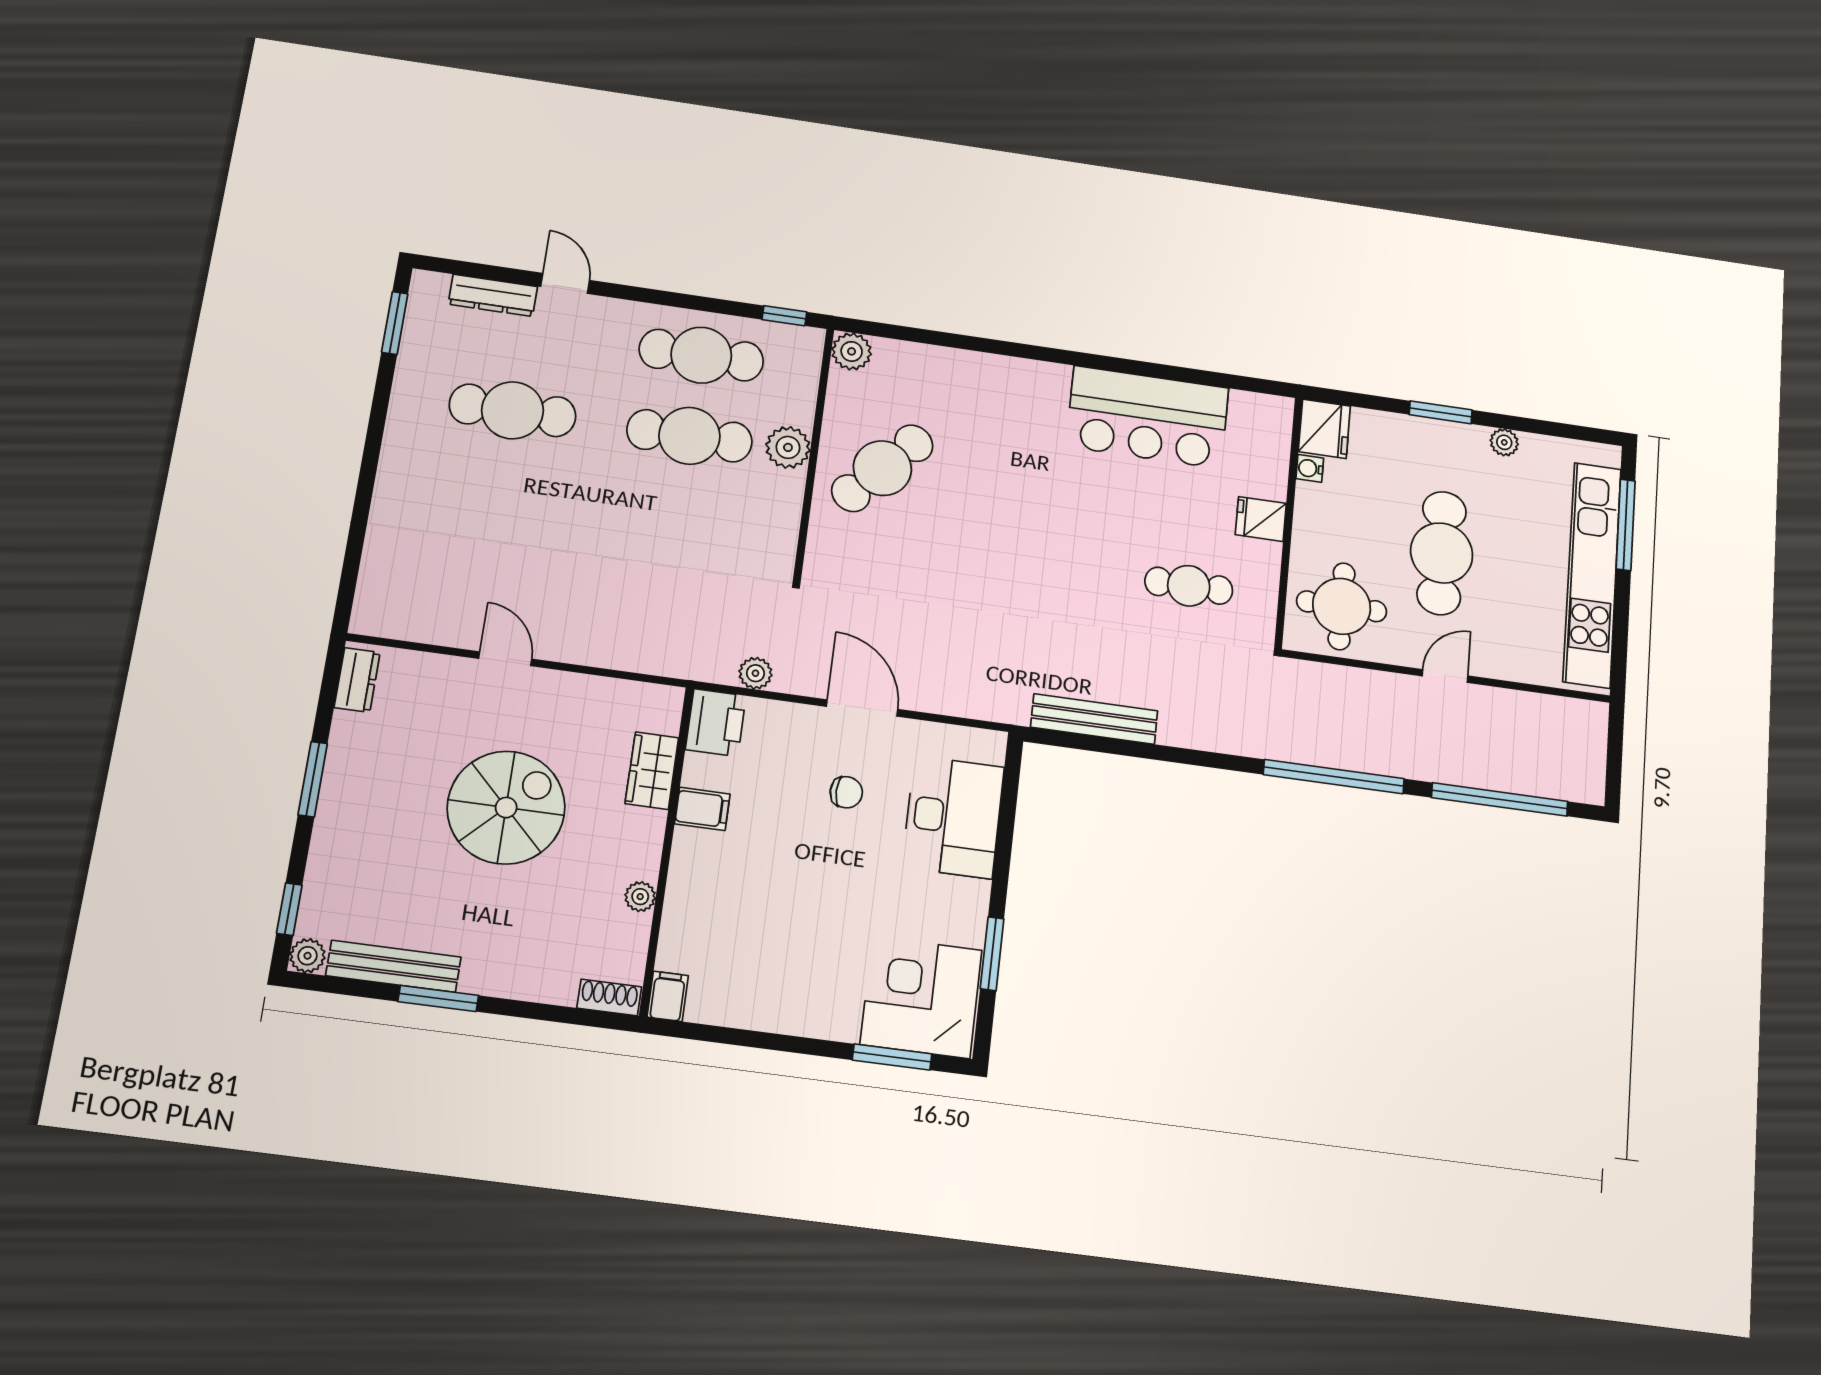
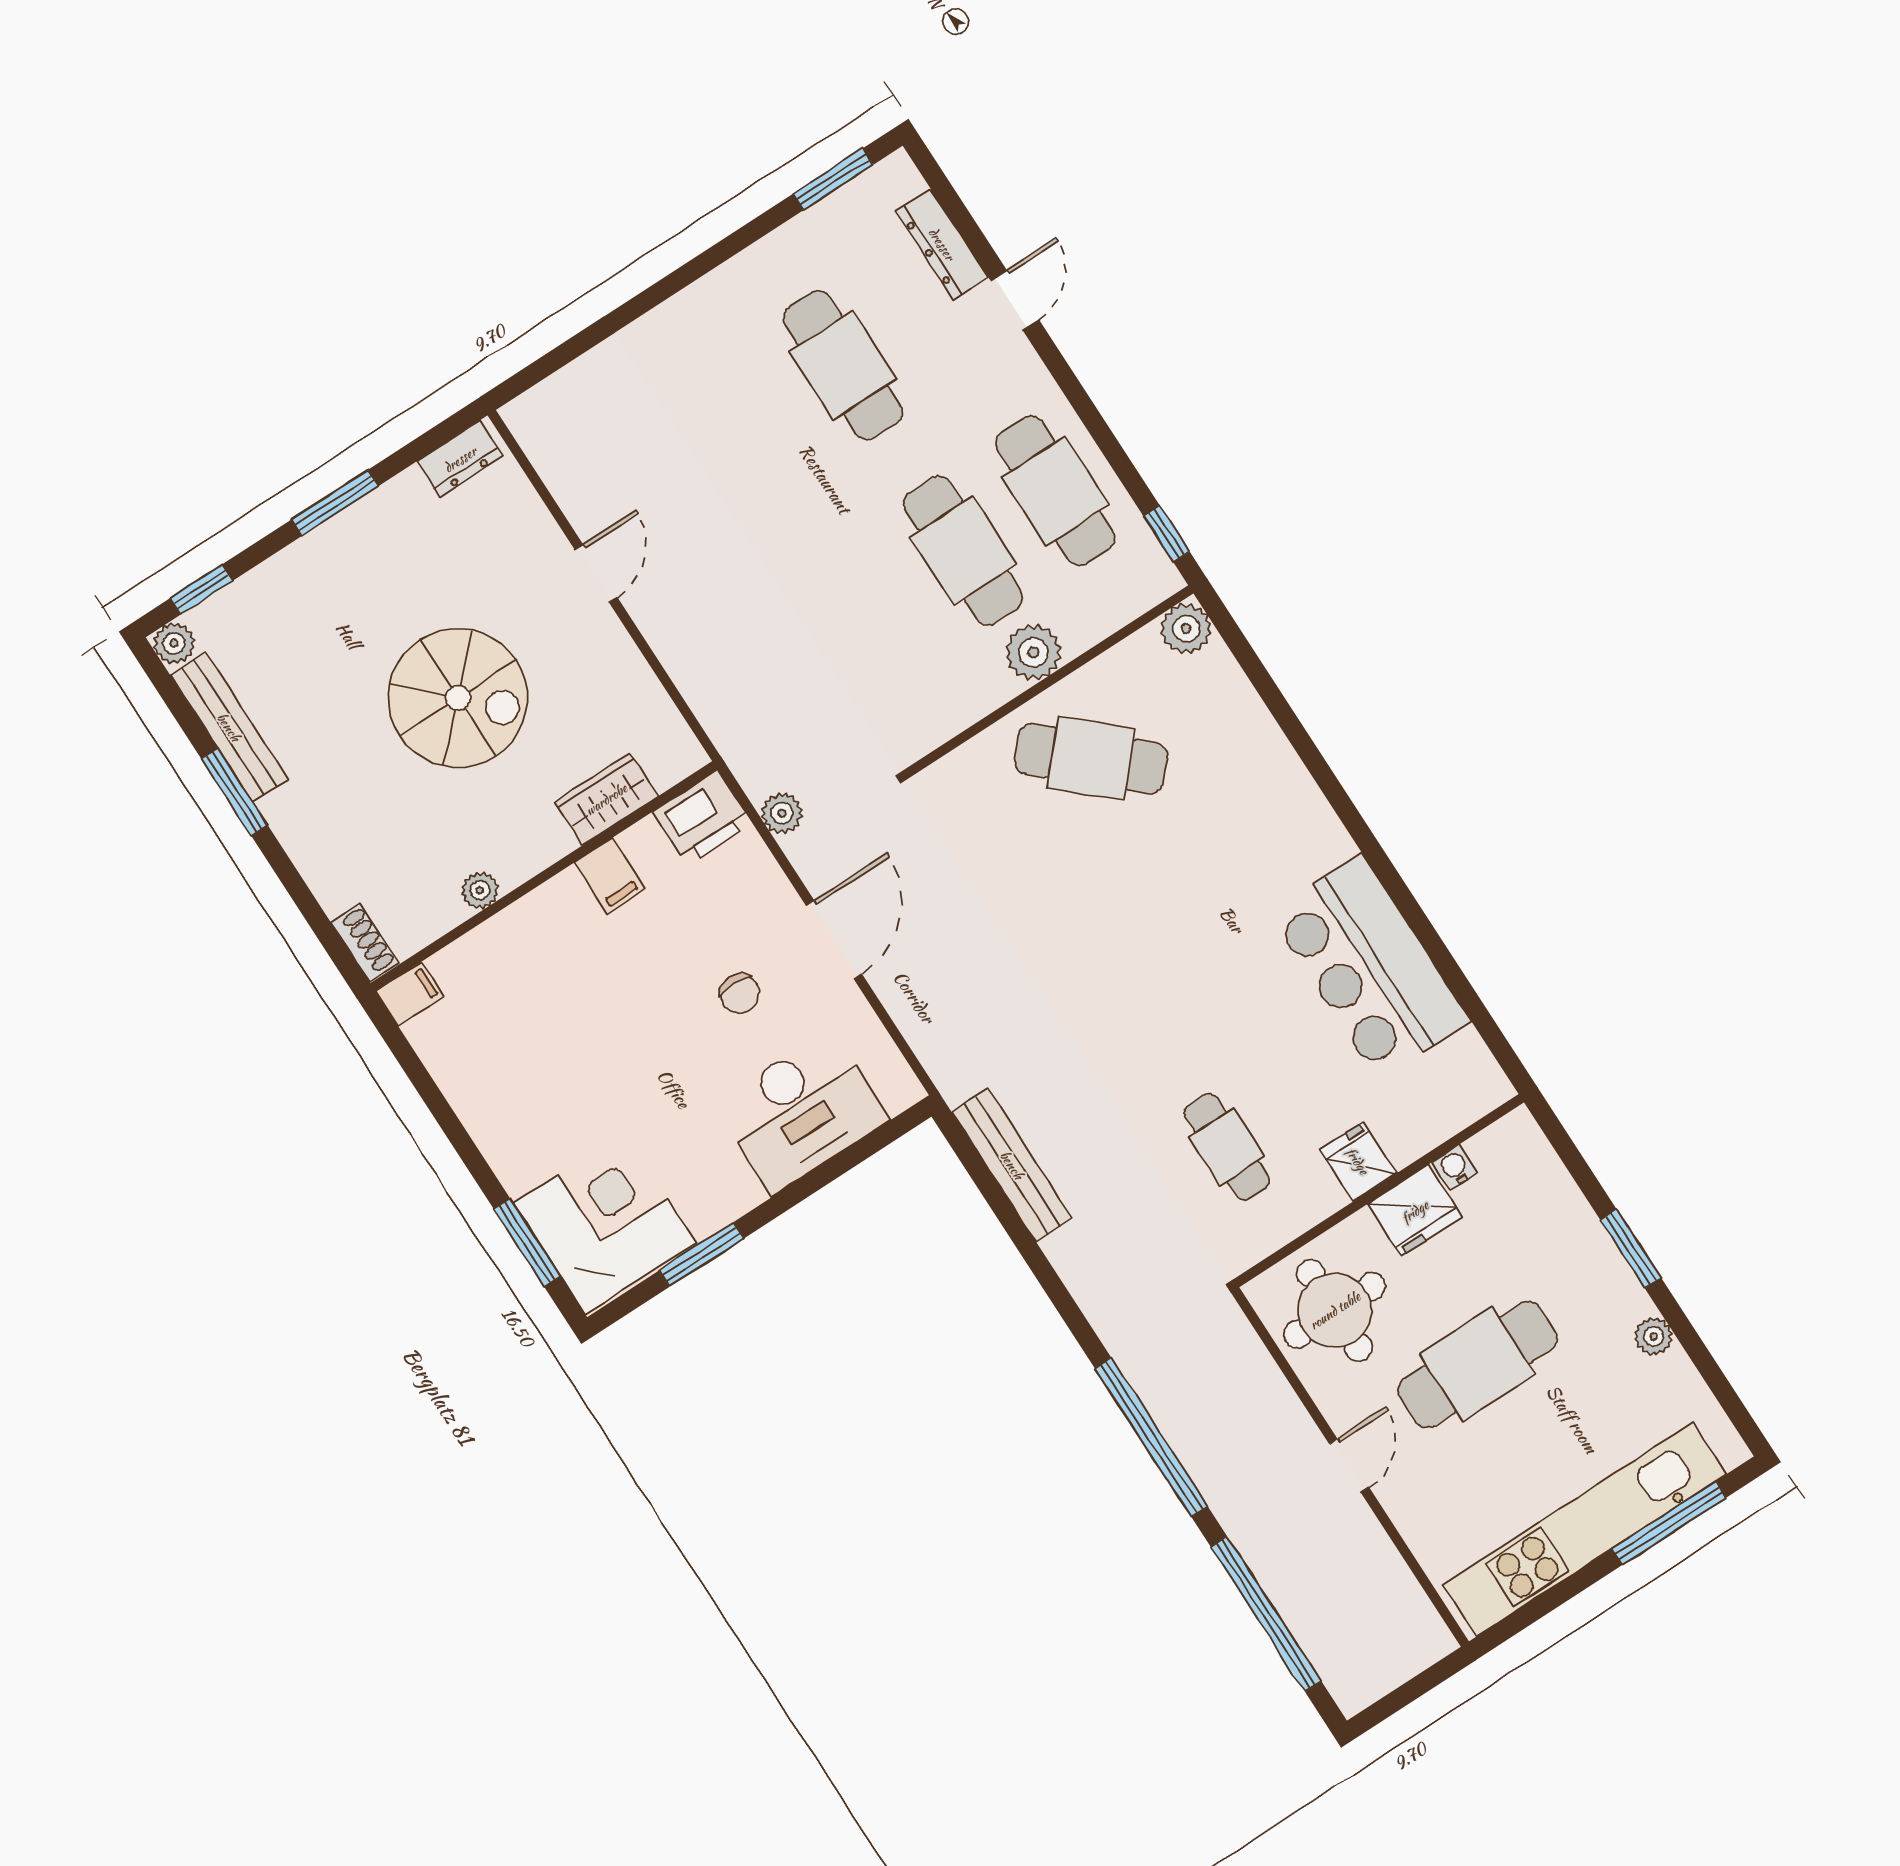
fridge: (1324, 429) -> (1415, 1211), moved
door: (1445, 676) -> (1349, 1466), hinge flipped

